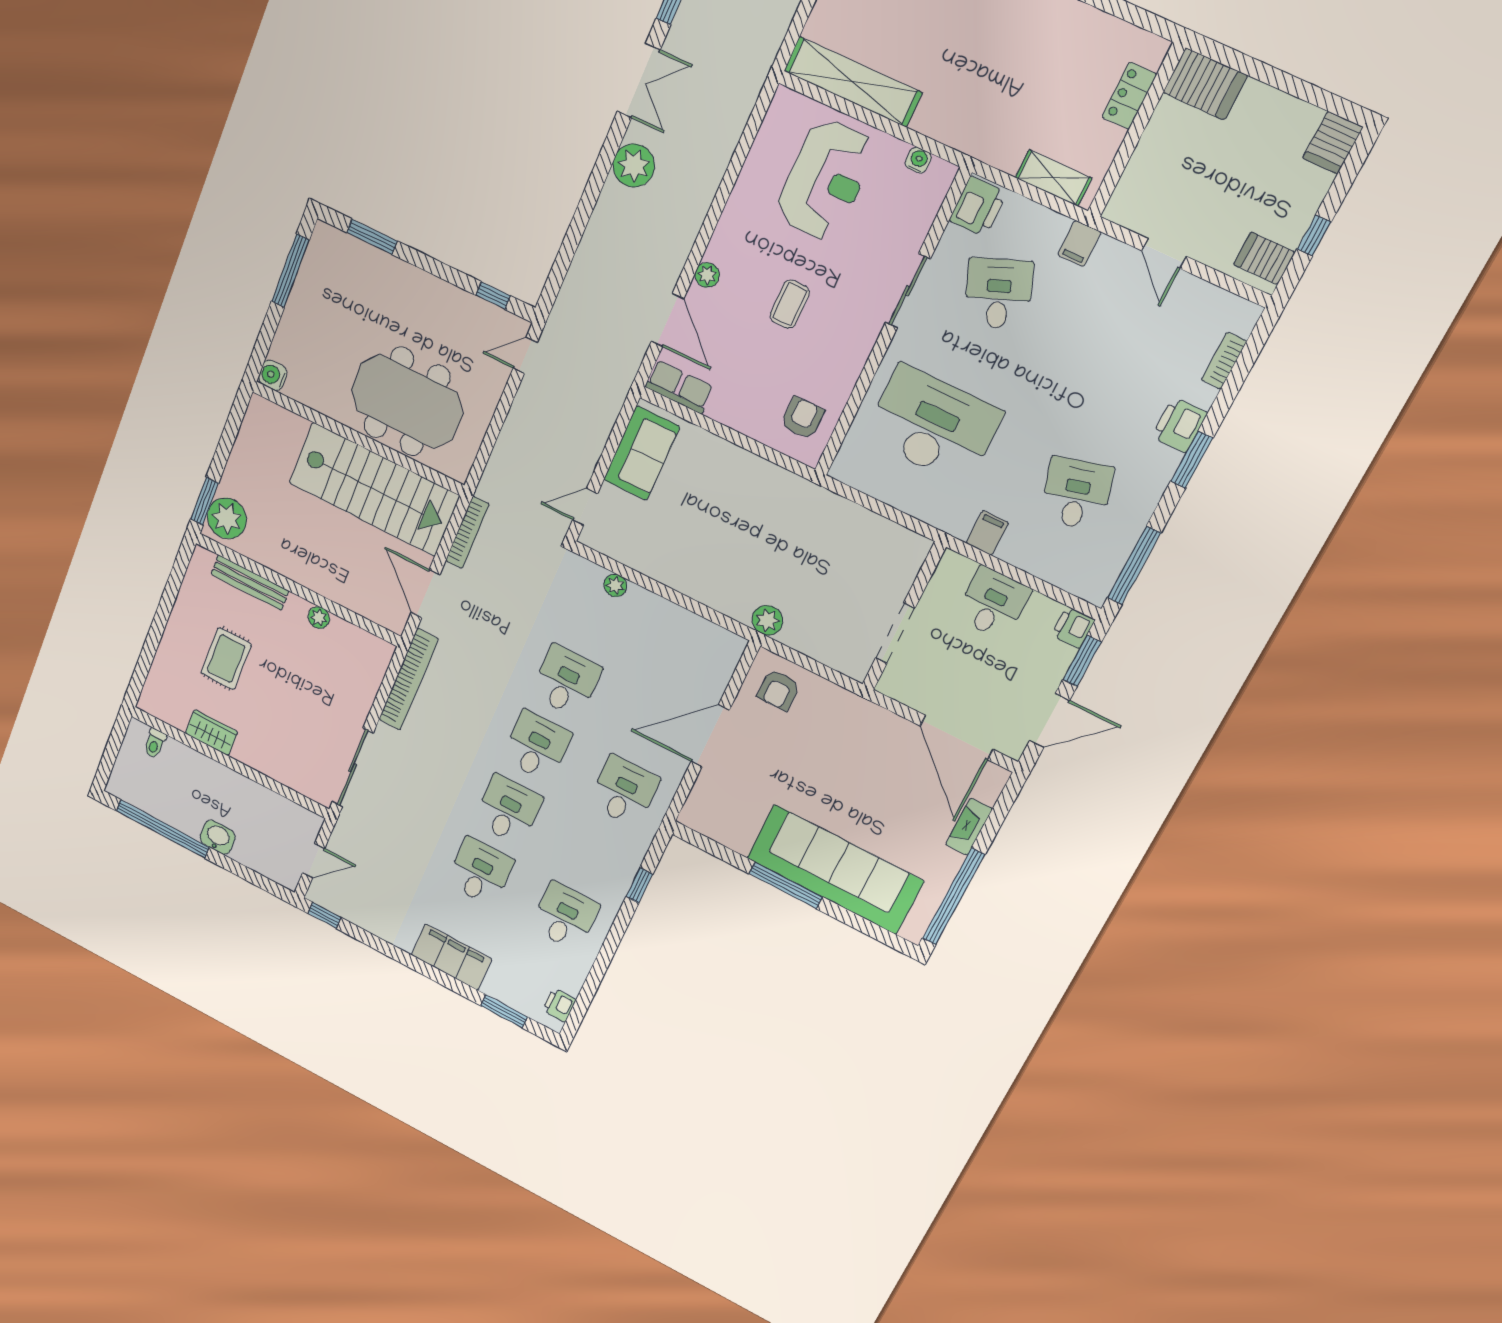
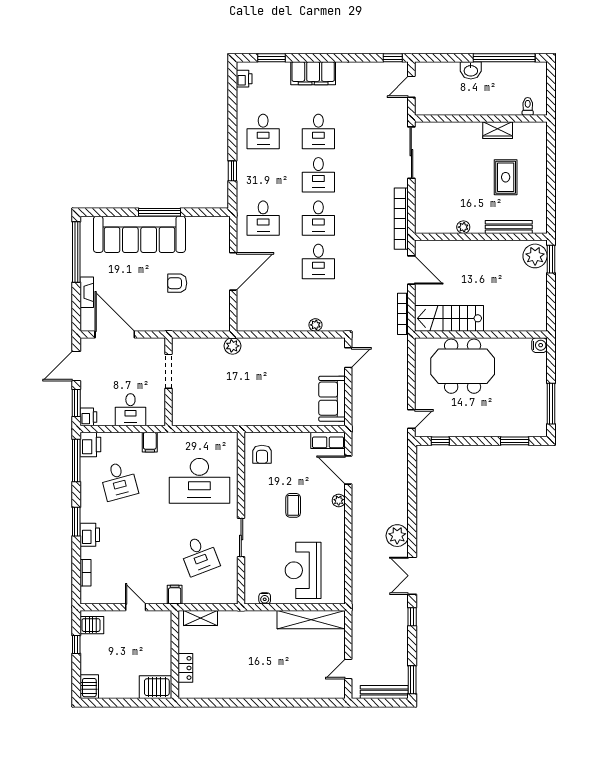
printer: (978, 207) -> (90, 444), moved, turned 180
stairs: (374, 489) -> (449, 318), width x0.73, depth x0.66
armchair: (779, 690) -> (177, 283), moved, turned -90

